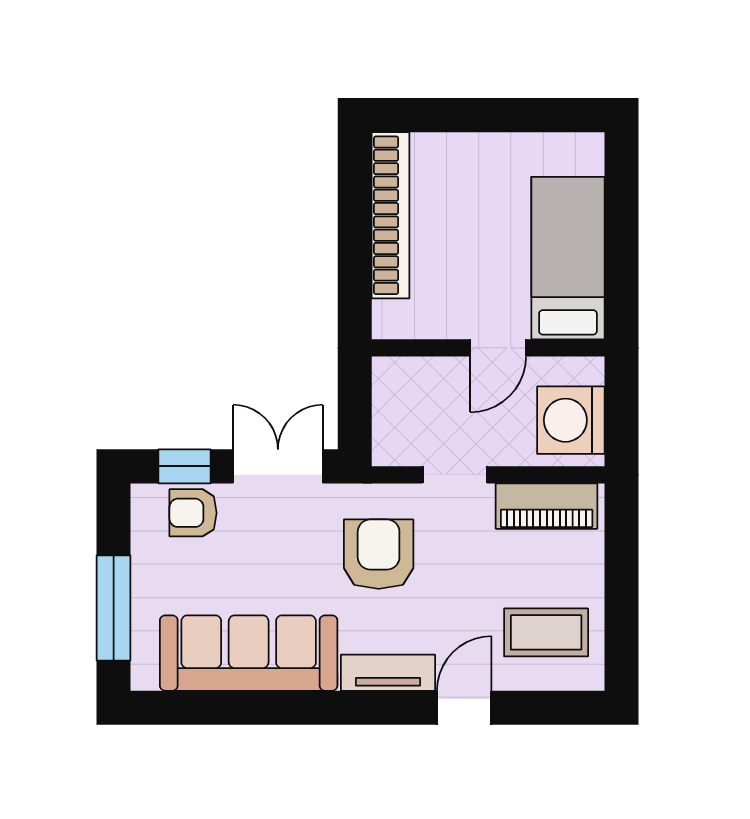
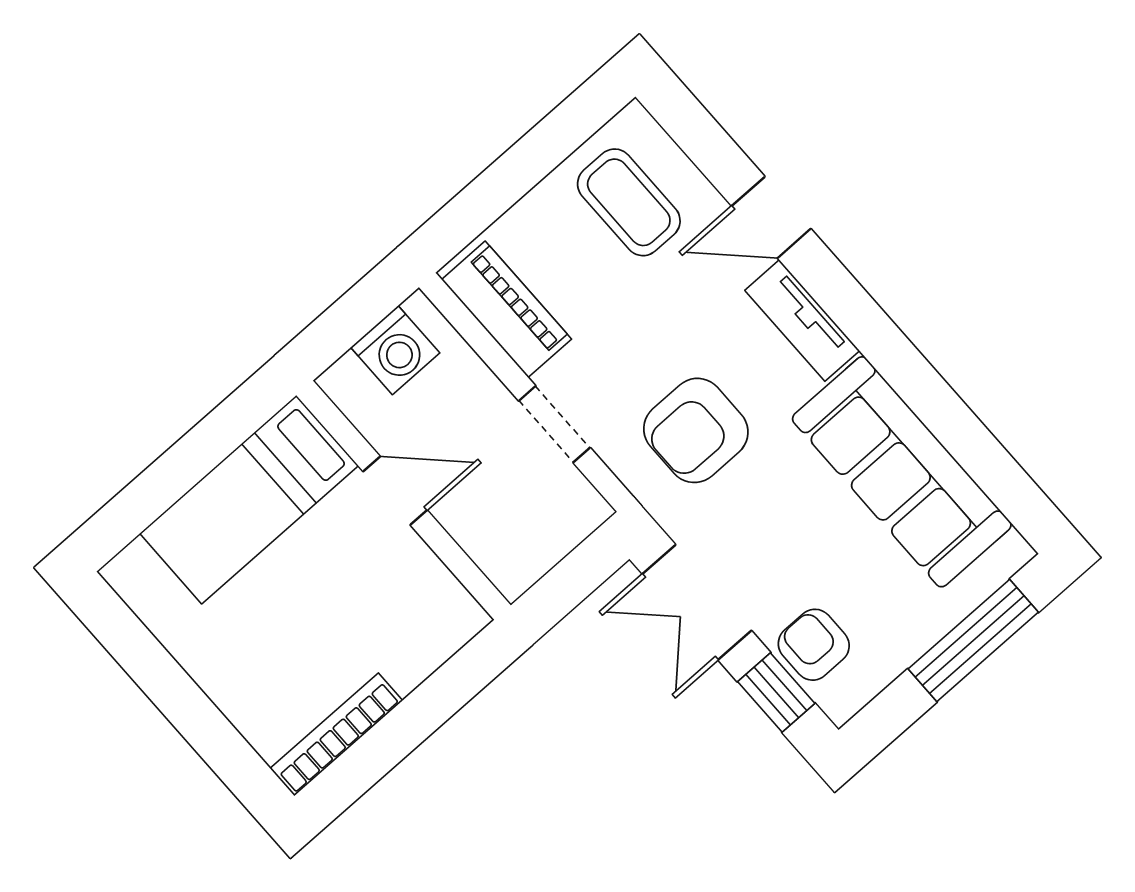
bookcase: (391, 215) -> (336, 735), width x0.68, depth x0.76
washing machine: (571, 420) -> (395, 350), width x0.73, depth x0.73
armchair: (193, 513) -> (814, 645), turned 180

